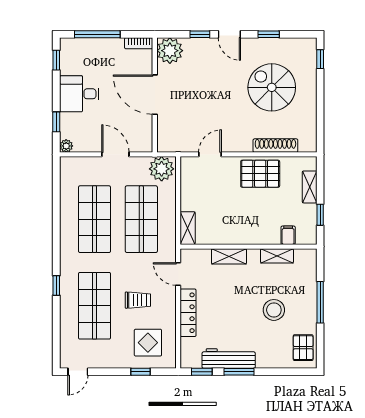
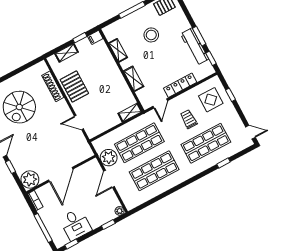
desk: (79, 94) -> (75, 224), moved
plant: (162, 169) -> (109, 158), moved
filing cabinet: (288, 235) -> (95, 37), moved
window: (56, 285) -> (224, 163), moved

